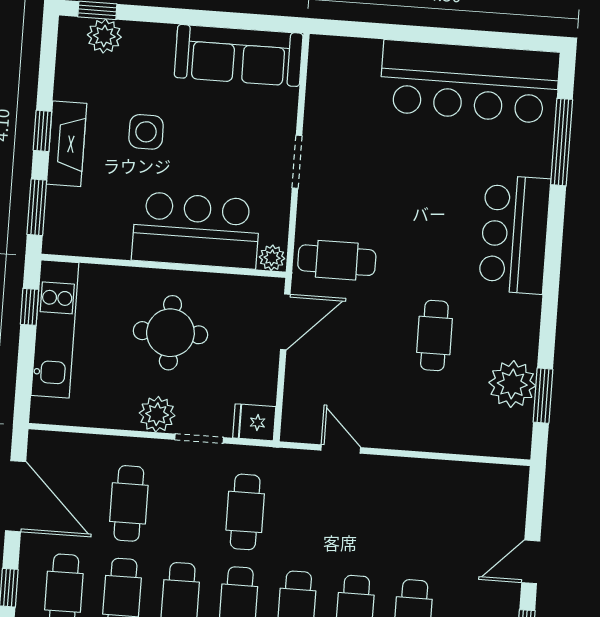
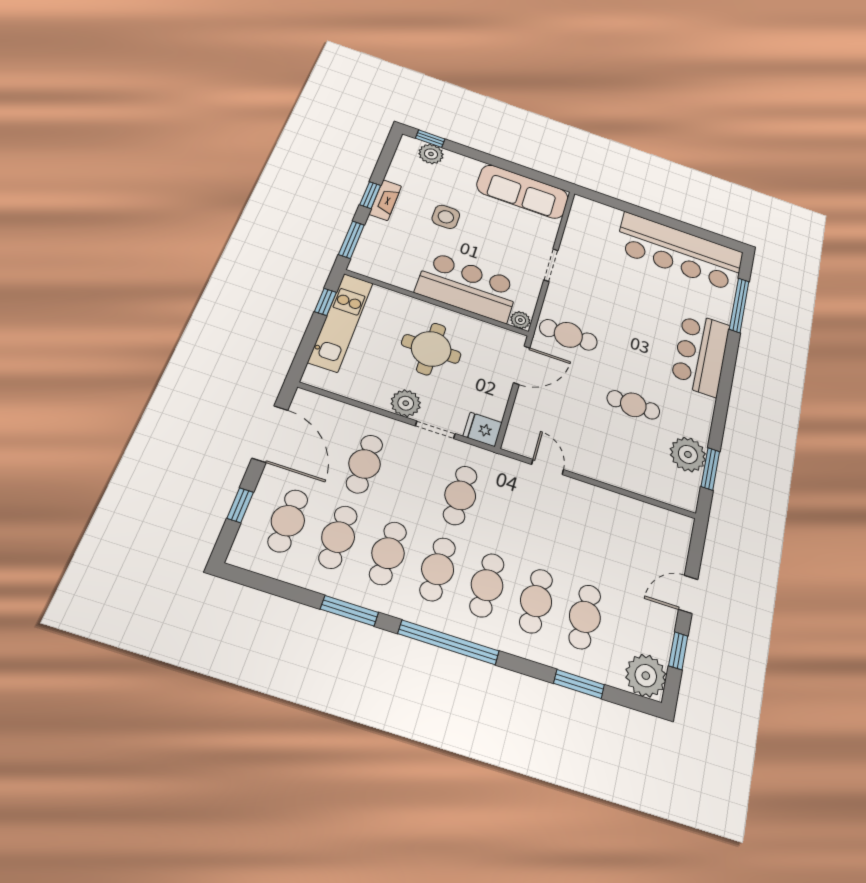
fireplace: (67, 144) -> (385, 200), width x0.73, depth x0.76
cafe table: (434, 336) -> (633, 405), turned 90

